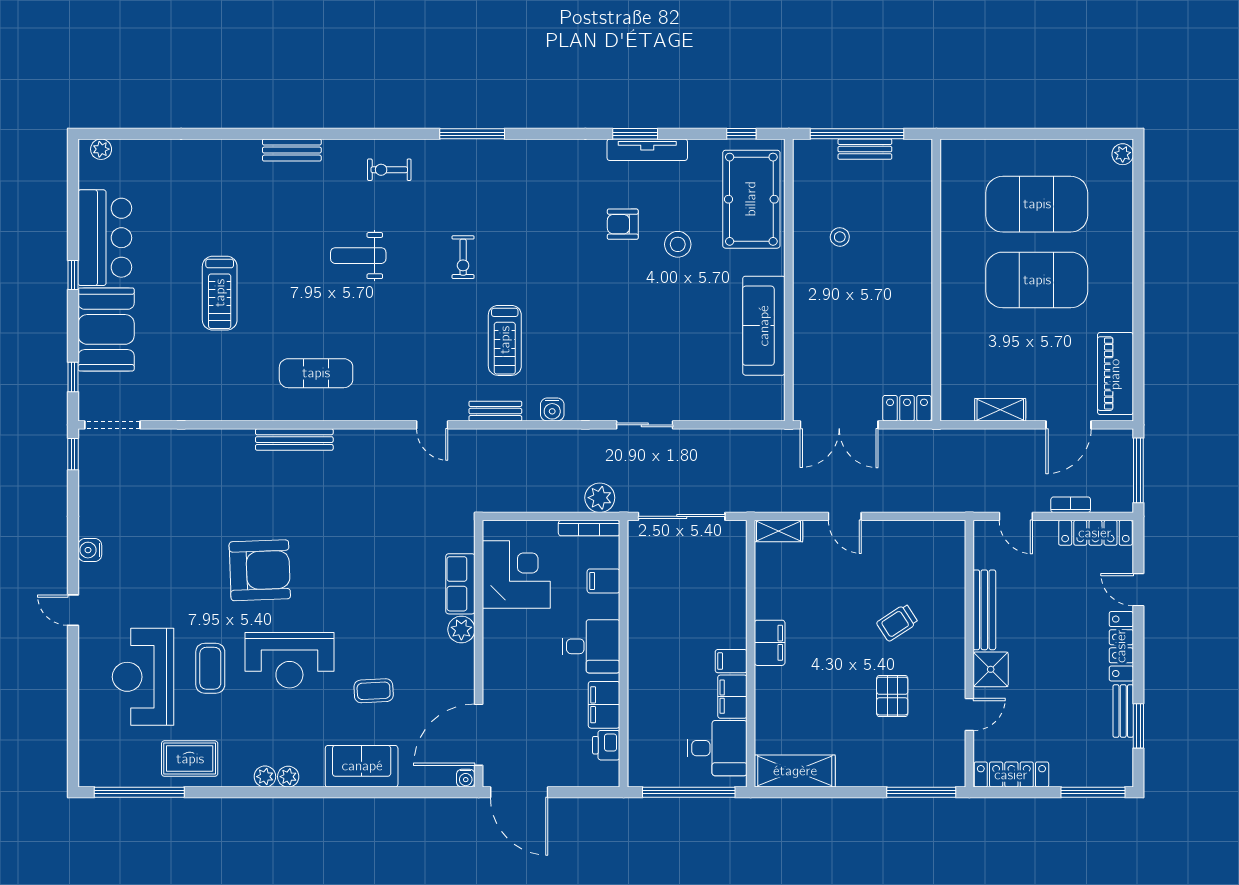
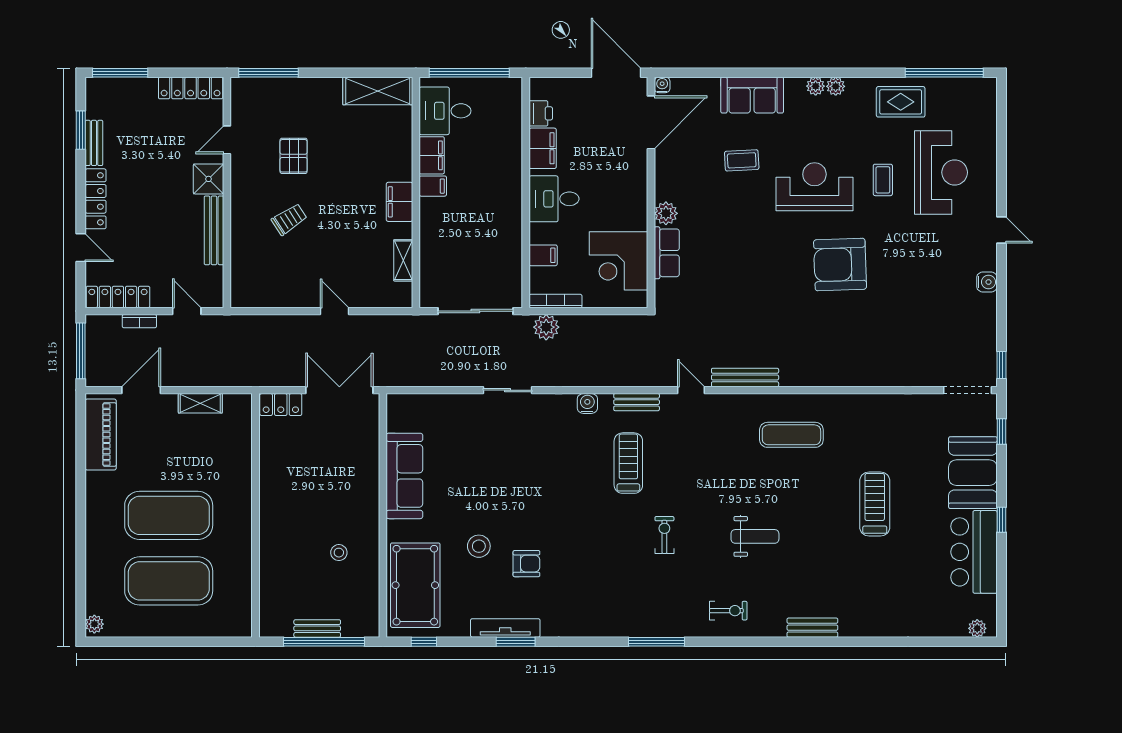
bench: (294, 440) -> (745, 377), moved
shelving: (779, 531) -> (403, 260), moved, turned 90
coffee table: (210, 668) -> (883, 180), width x0.73, depth x0.77

